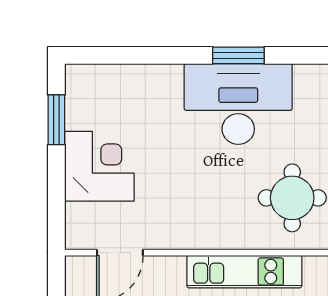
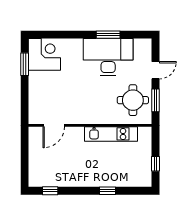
corner desk: (99, 166) -> (44, 54), moved

